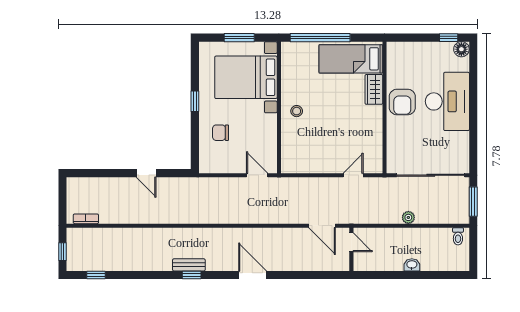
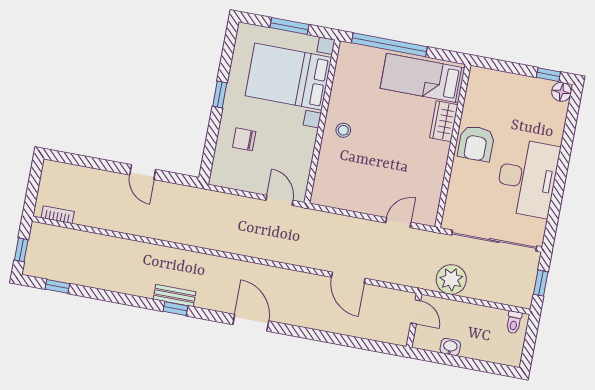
desk: (447, 101) -> (527, 178), moved
window: (473, 202) -> (541, 283), width x0.67
plant: (408, 217) -> (451, 279), width x1.88, depth x1.88
door: (351, 242) -> (416, 312), moved
wall: (351, 249) -> (414, 320), moved

